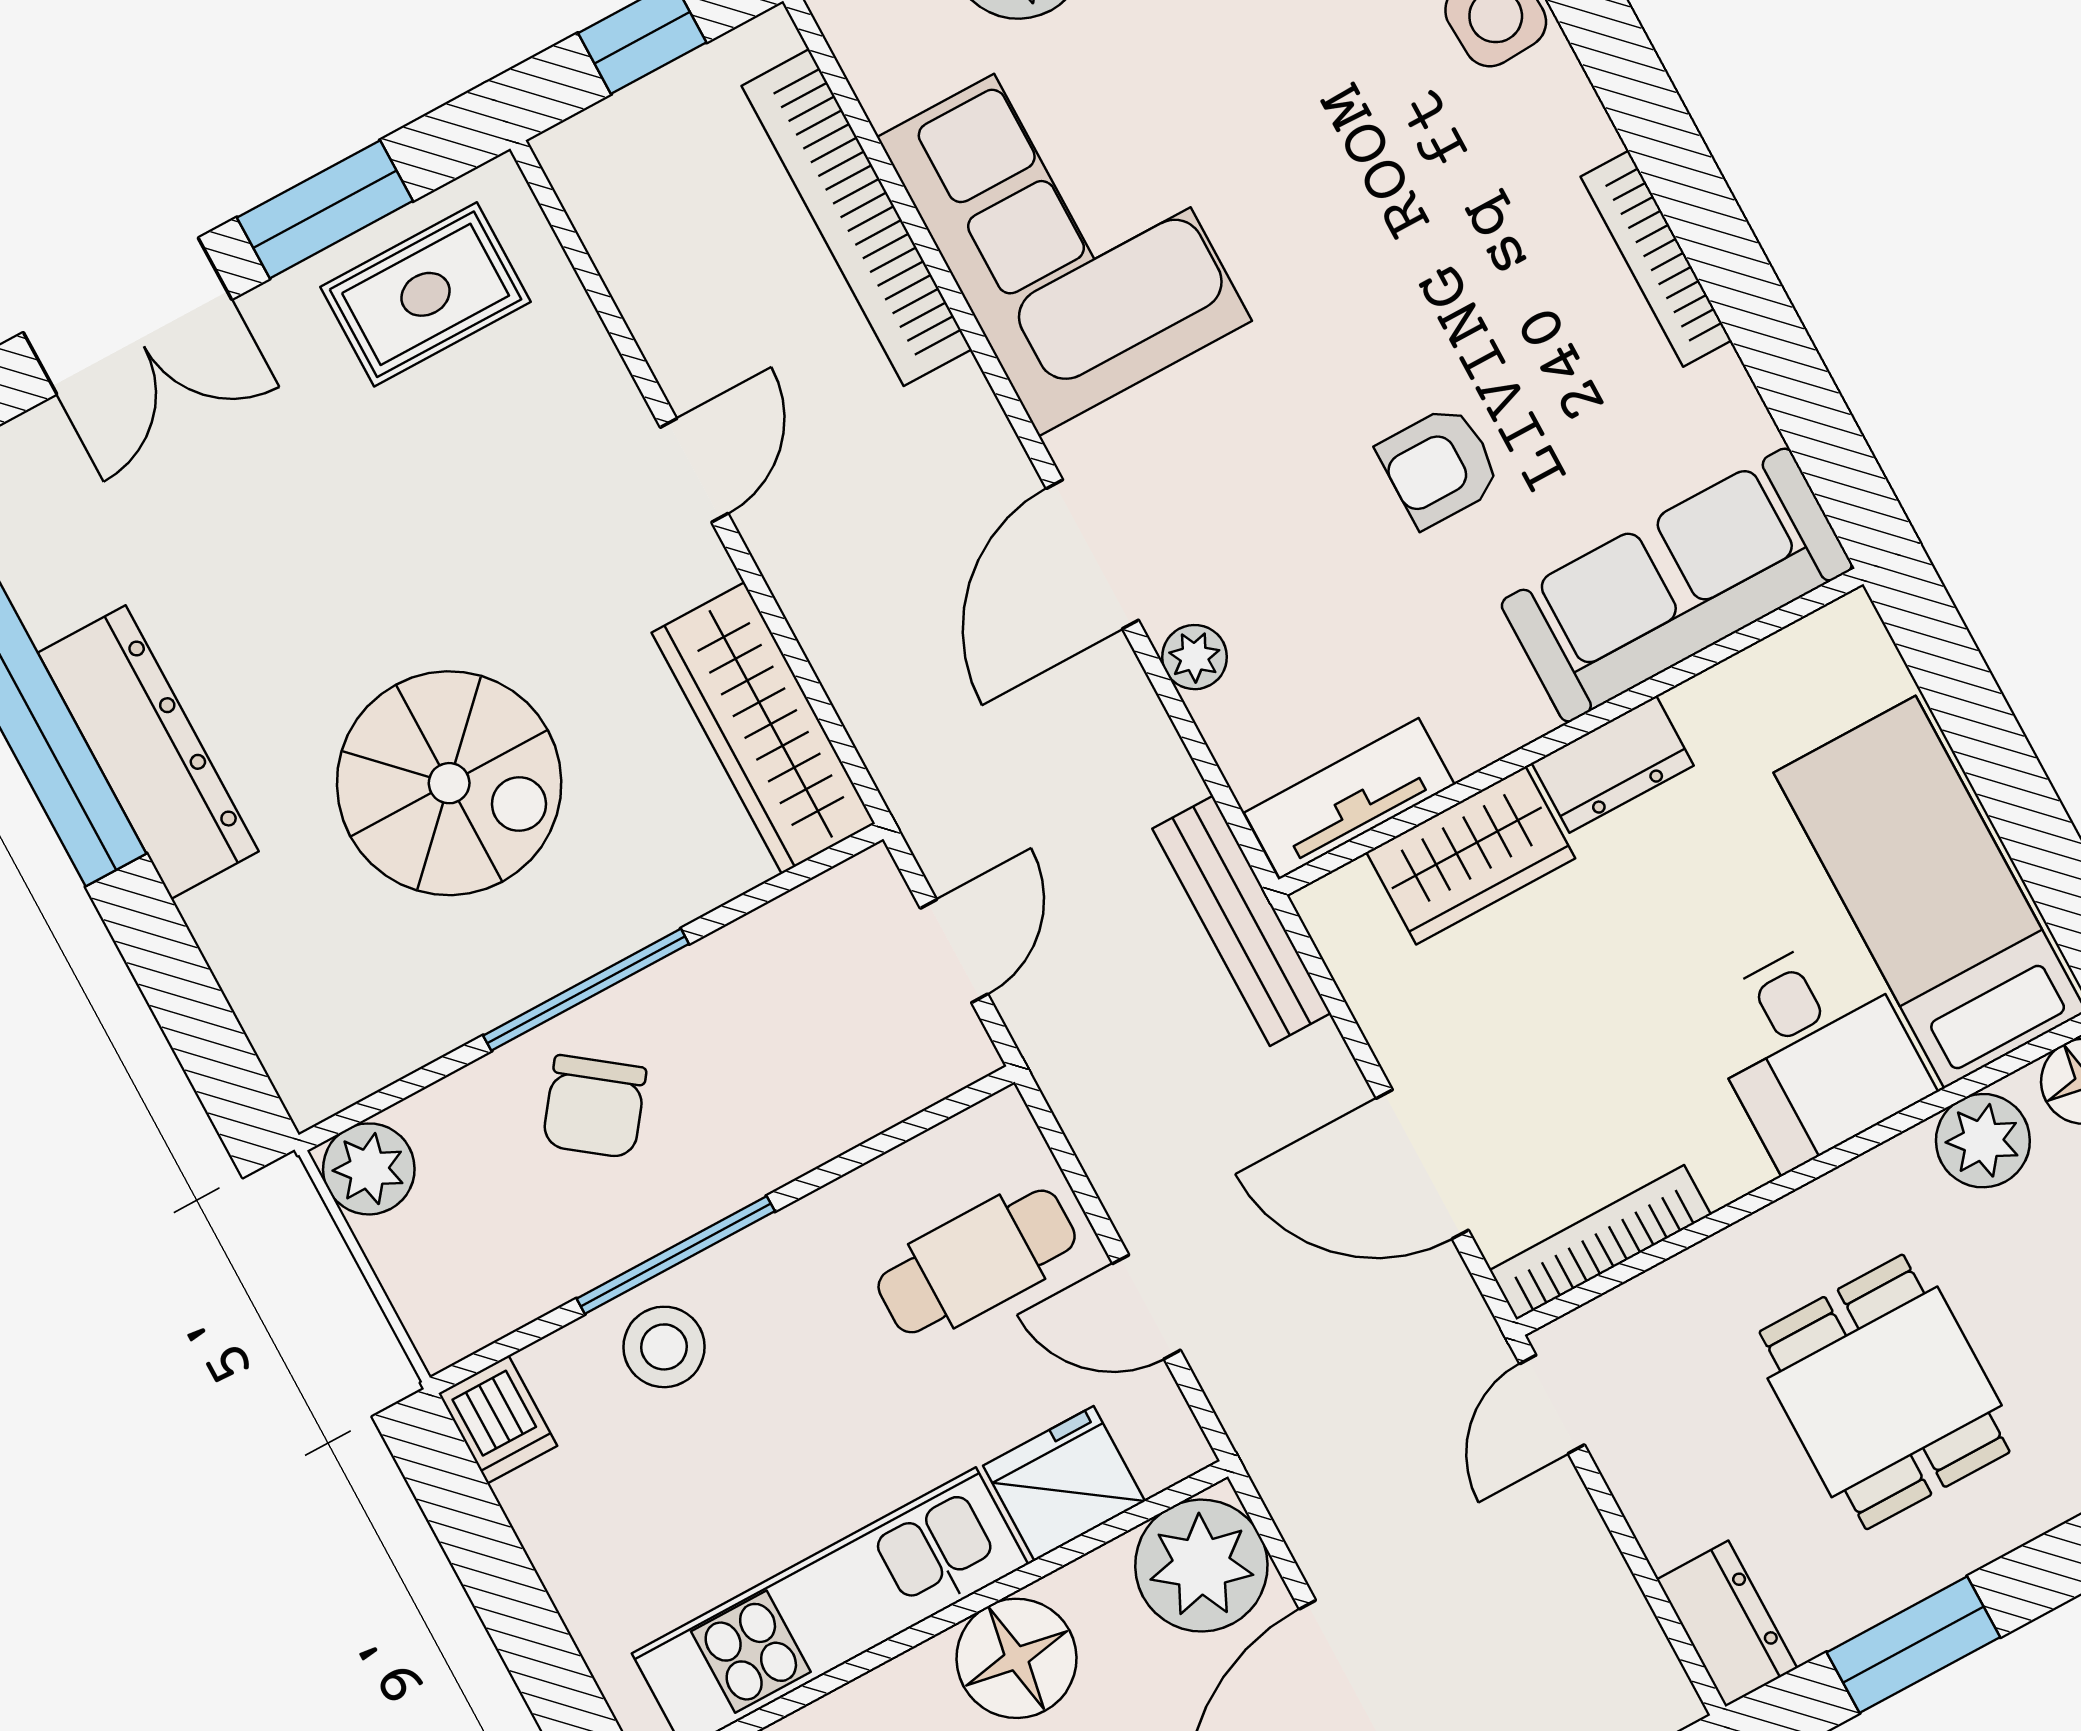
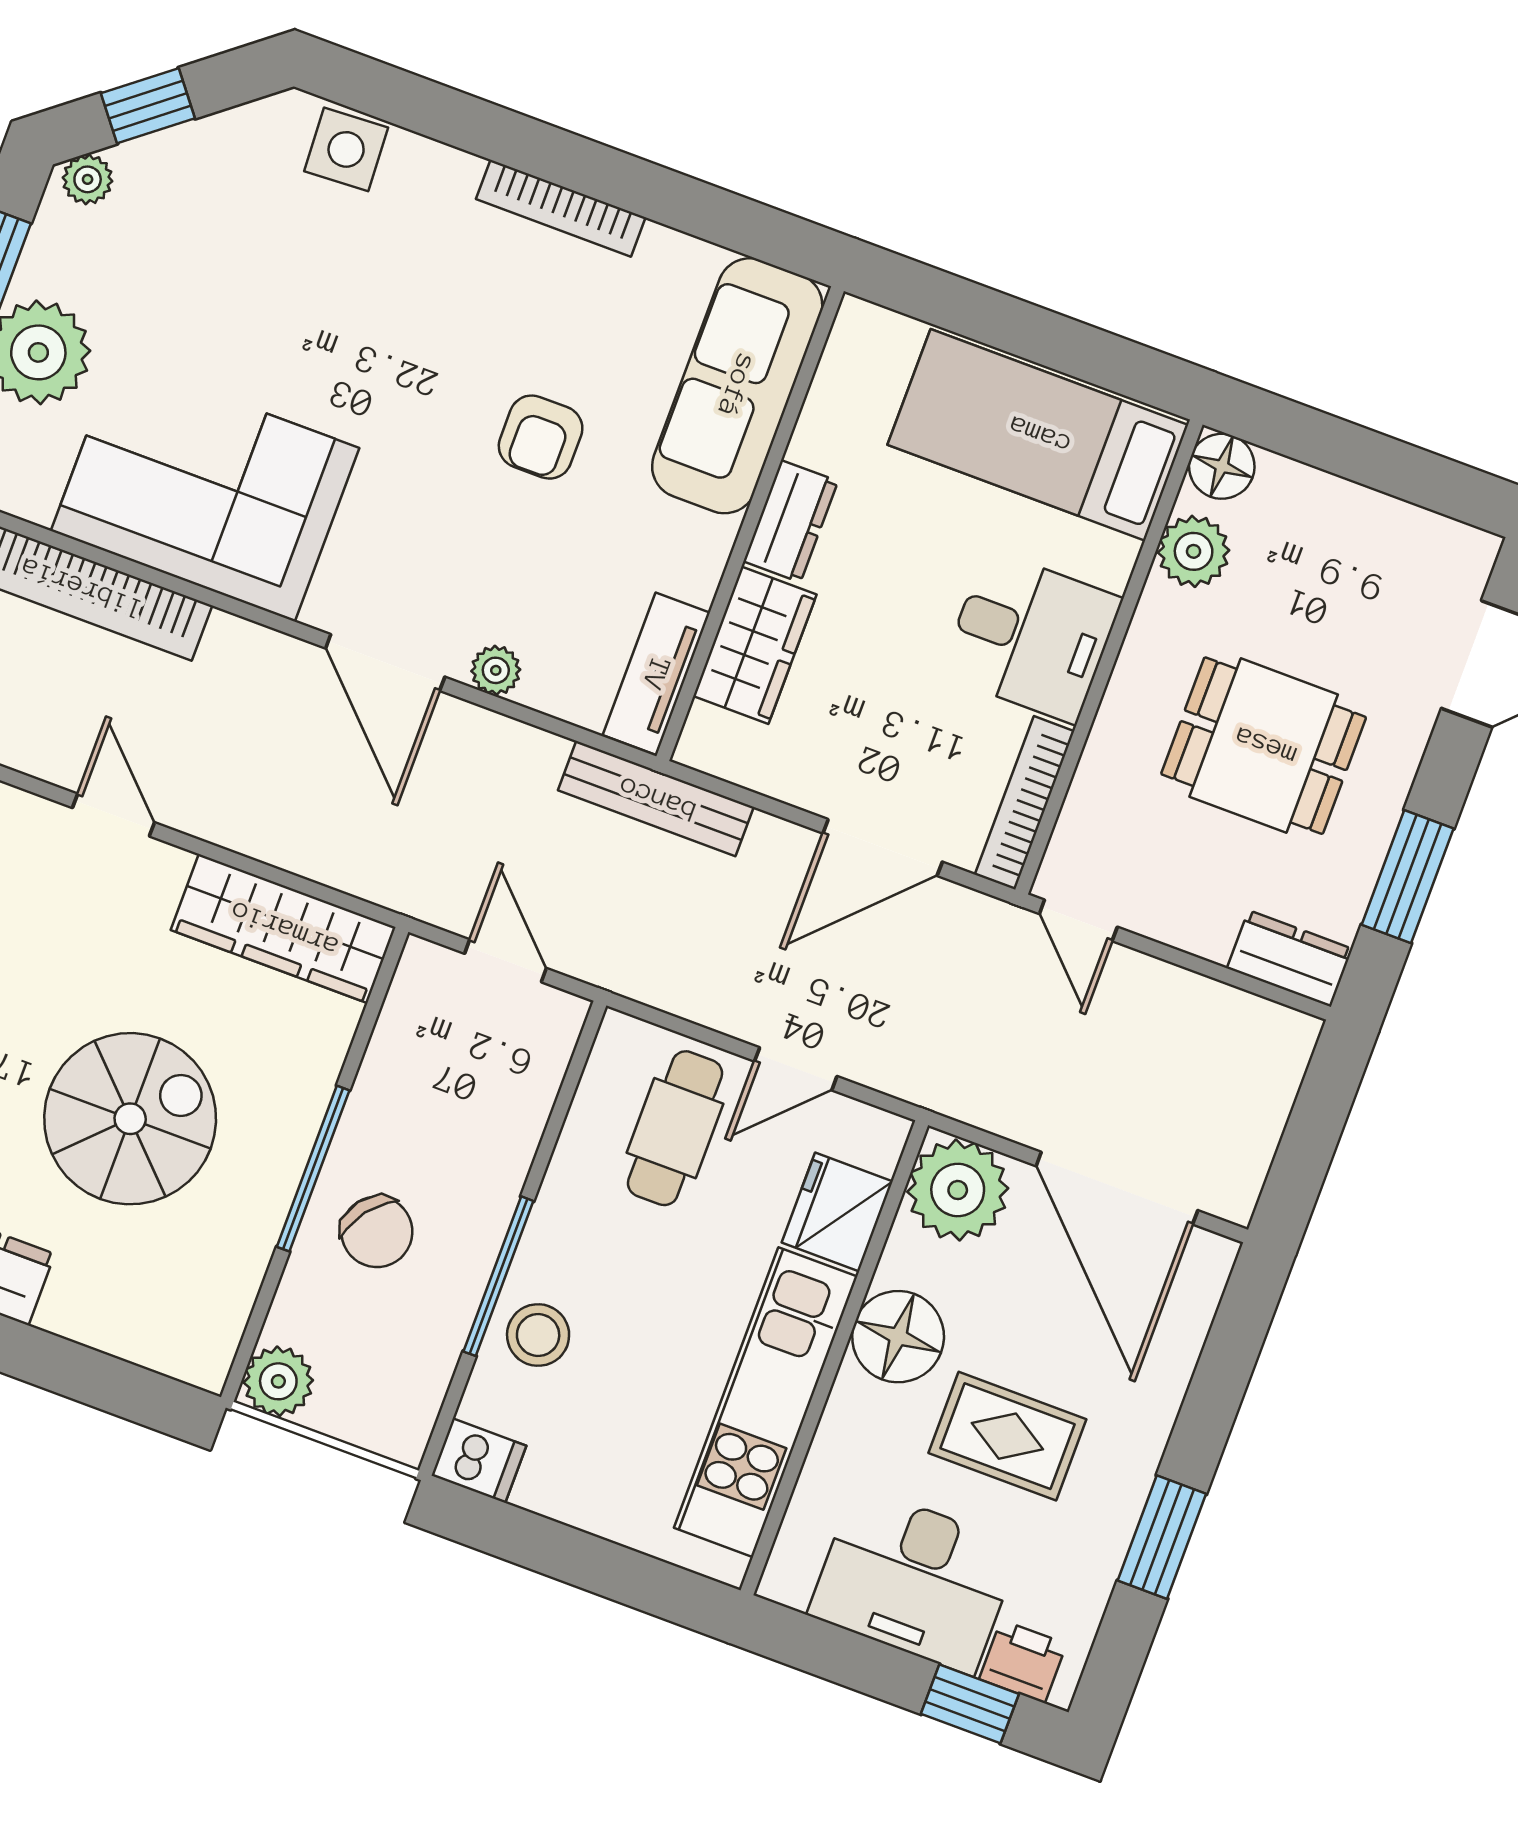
desk: (1814, 1050) -> (1031, 636), moved

